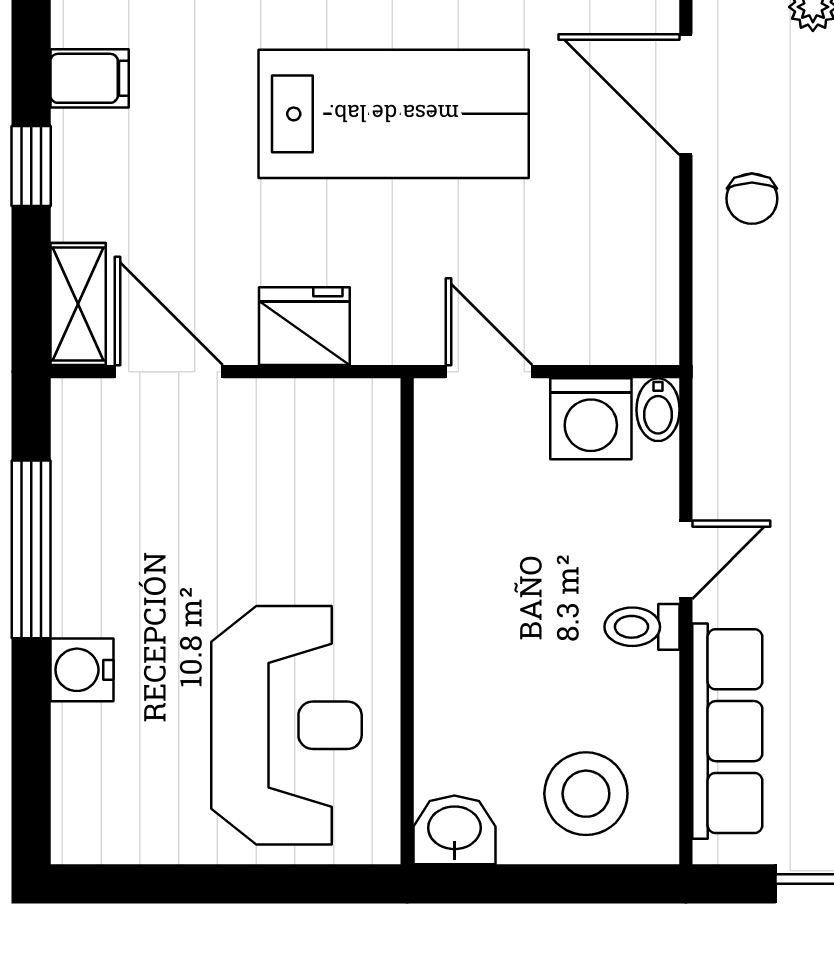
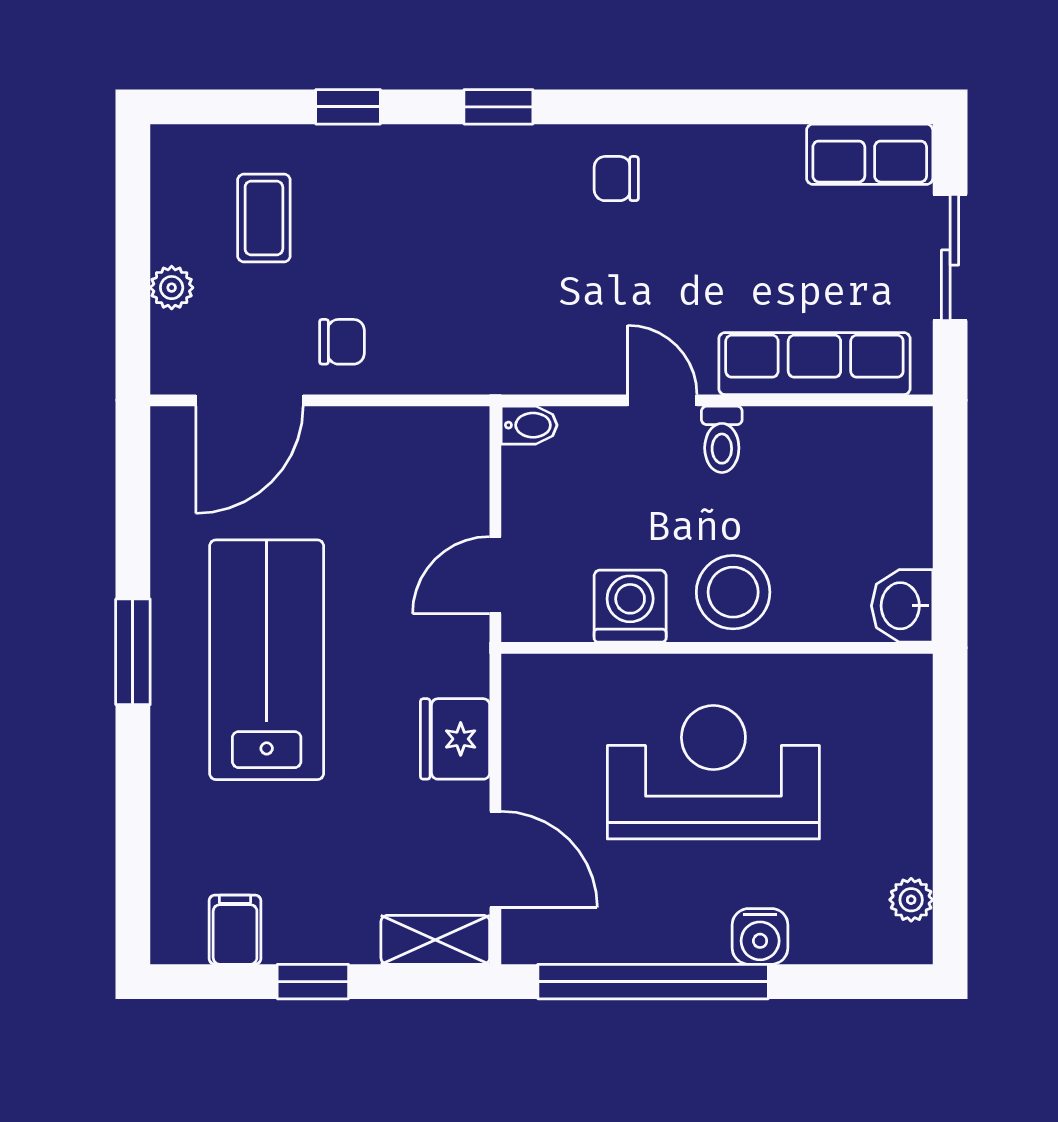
door: (169, 372) -> (495, 859), swing flipped
washing machine: (591, 419) -> (630, 606), moved, turned -90
window: (31, 549) -> (653, 982), width x1.46
reception desk: (286, 725) -> (713, 772), moved
stool: (586, 794) -> (733, 592), moved
plant: (123, 840) -> (911, 900), added

